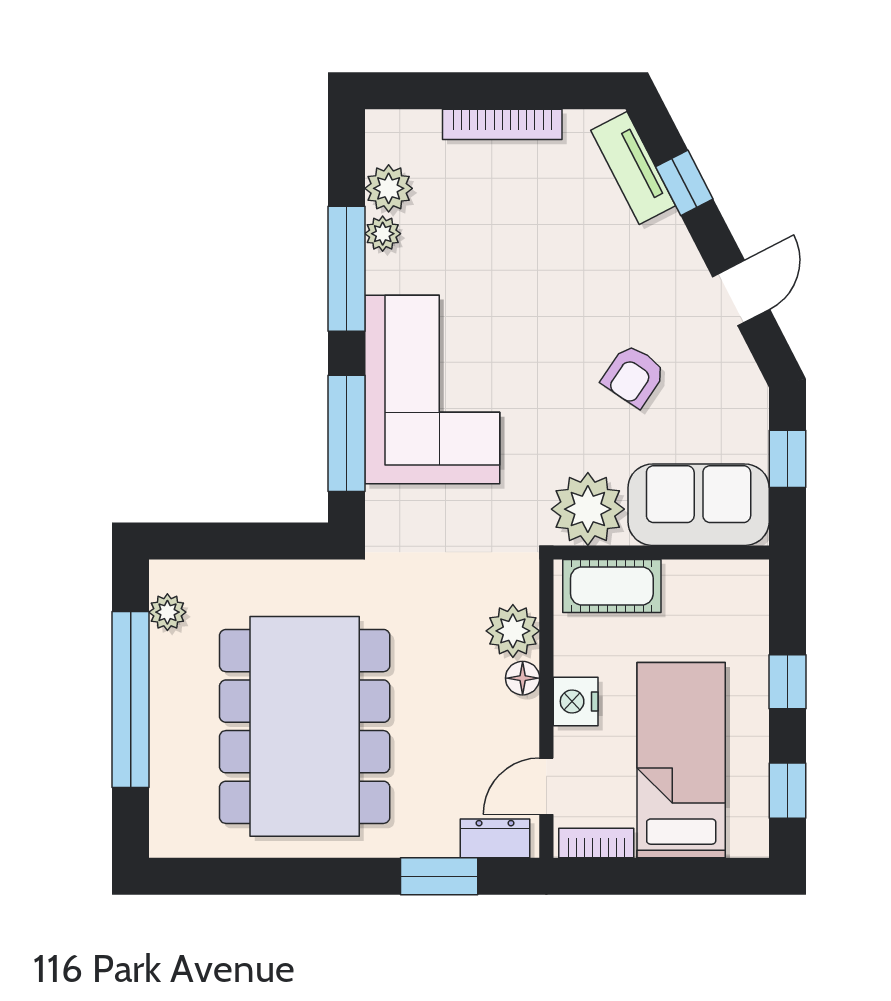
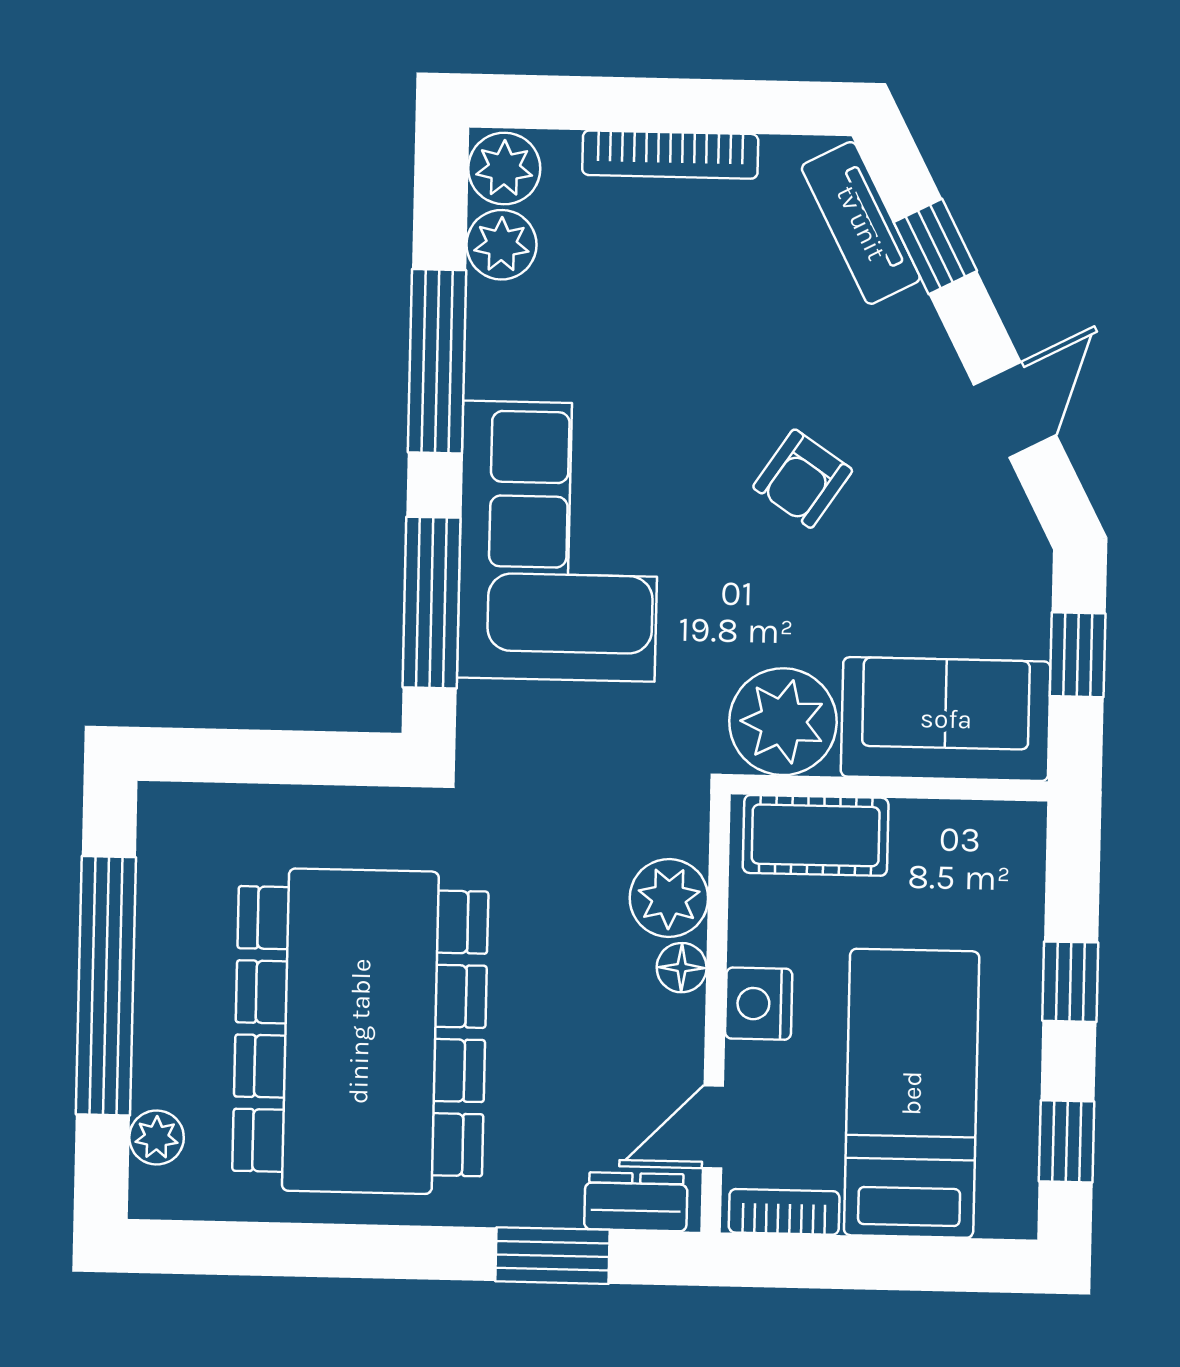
plant: (383, 234) -> (504, 169), moved, width x1.38, depth x1.38
armchair: (634, 376) -> (803, 479), moved
plant: (167, 612) -> (157, 1137), moved

